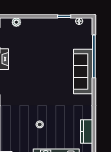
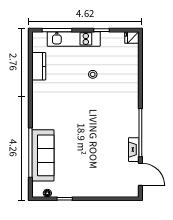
plant: (16, 22) -> (120, 192), removed
sofa: (83, 72) -> (43, 155), moved

